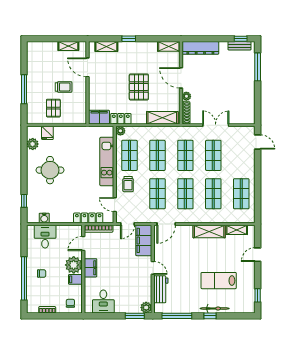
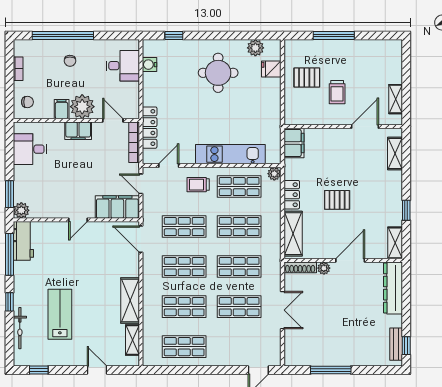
window: (129, 39) -> (406, 210), moved
window: (258, 67) -> (331, 370), moved
pallet: (139, 87) -> (337, 200), width x0.67, depth x0.71
locker: (121, 119) -> (292, 195), moved
workbench: (161, 289) -> (23, 241), moved, turned -90
bicycle: (215, 308) -> (20, 328), moved

